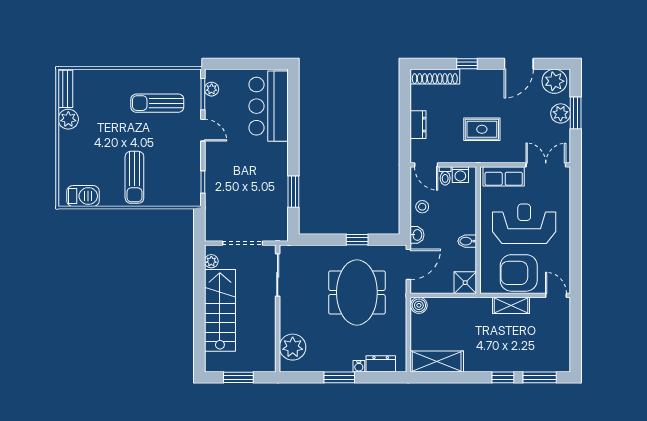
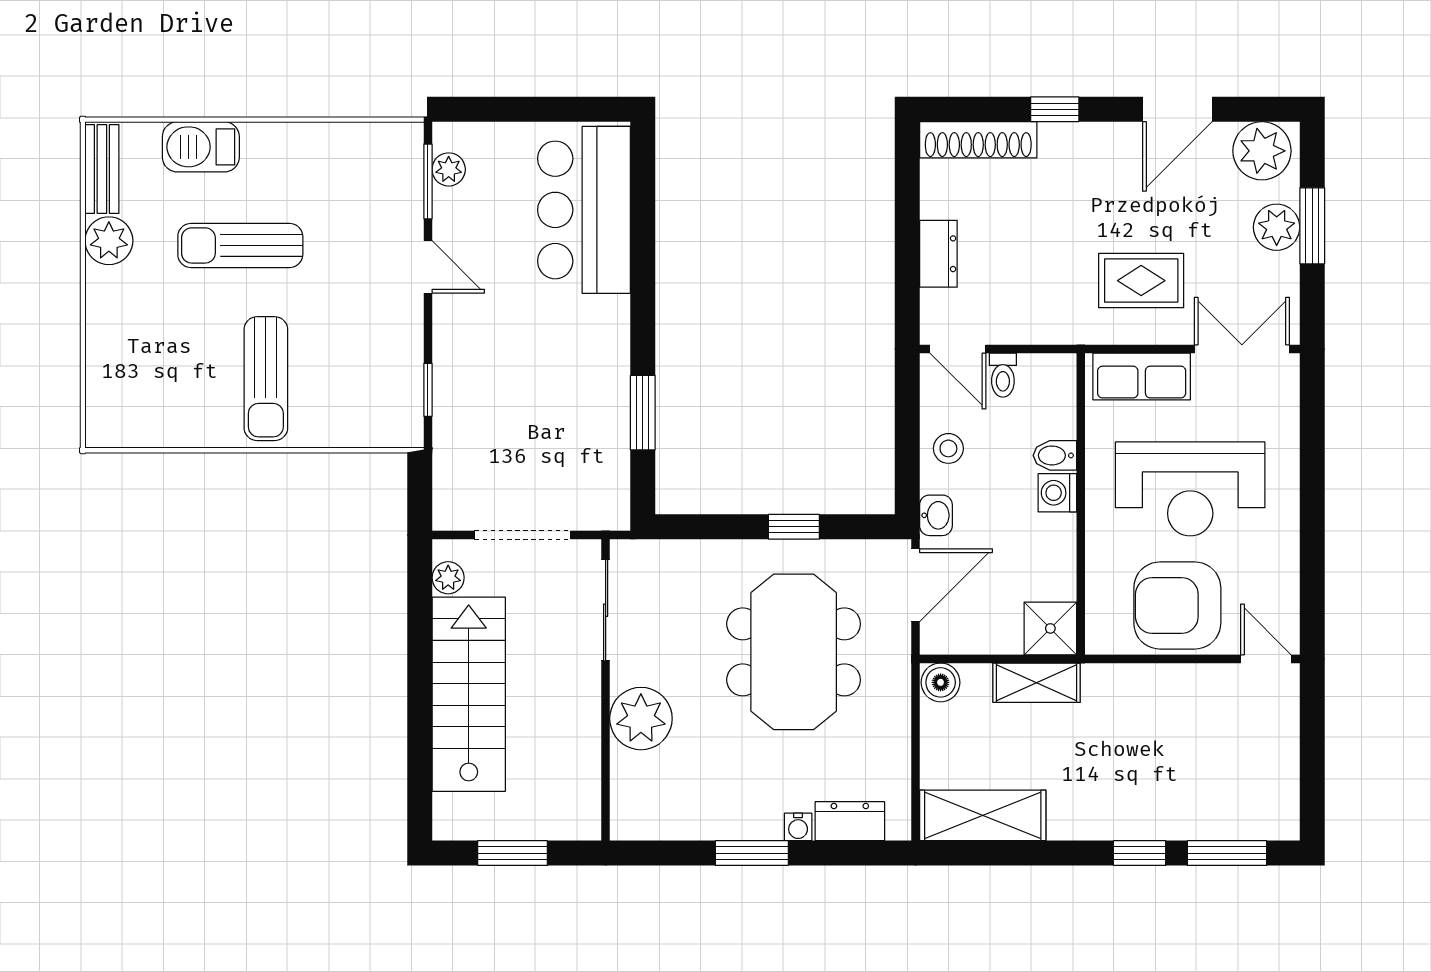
sun lounger: (157, 103) -> (240, 245), moved
rug: (482, 129) -> (1141, 281), moved
washing machine: (460, 175) -> (1057, 493), moved, turned 90
barbecue: (83, 196) -> (201, 147), moved, turned 180
reception desk: (524, 224) -> (1190, 489), turned 180
bidet: (467, 241) -> (1055, 455), moved
shelving: (511, 305) -> (1037, 683), moved
plant: (293, 347) -> (641, 719), moved

